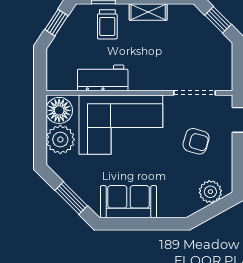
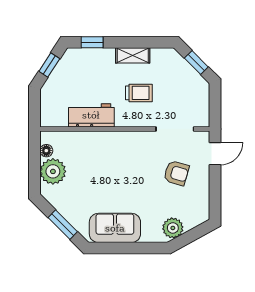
trolley: (107, 24) -> (139, 93), moved, turned -90
floor lamp: (59, 110) -> (46, 151), width x0.53, depth x0.53
corner sofa: (121, 125) -> (108, 158), removed
plant: (210, 192) -> (173, 228), moved

